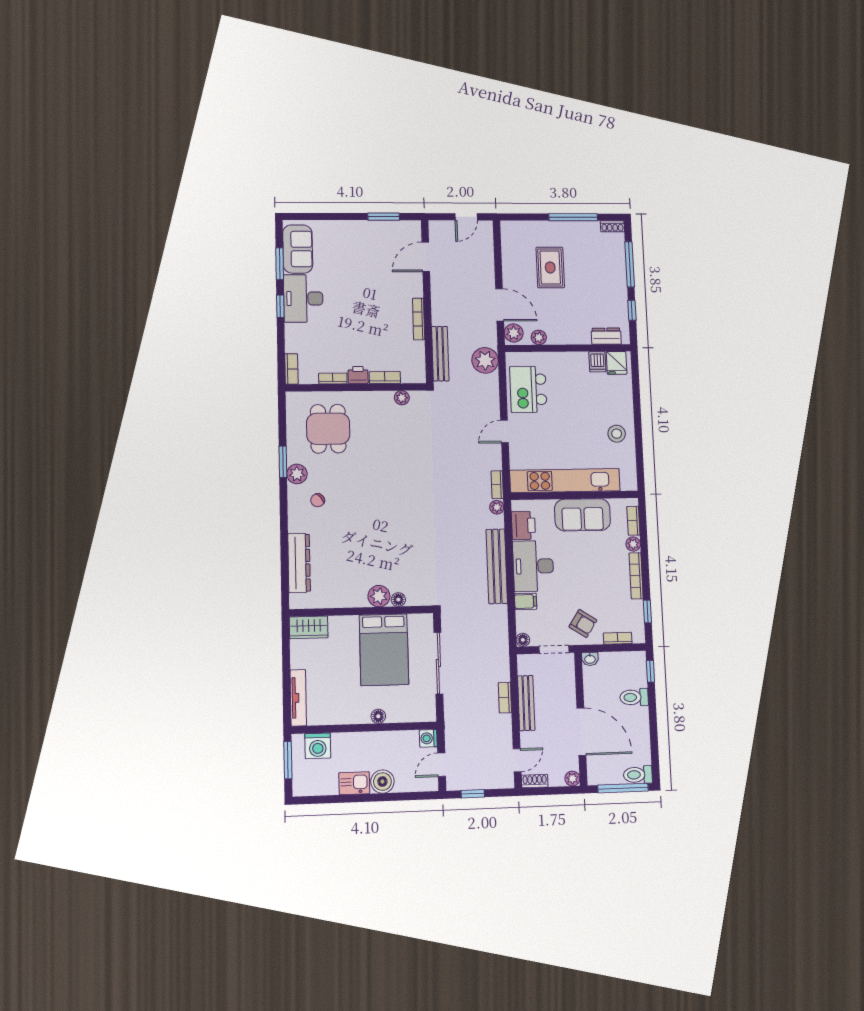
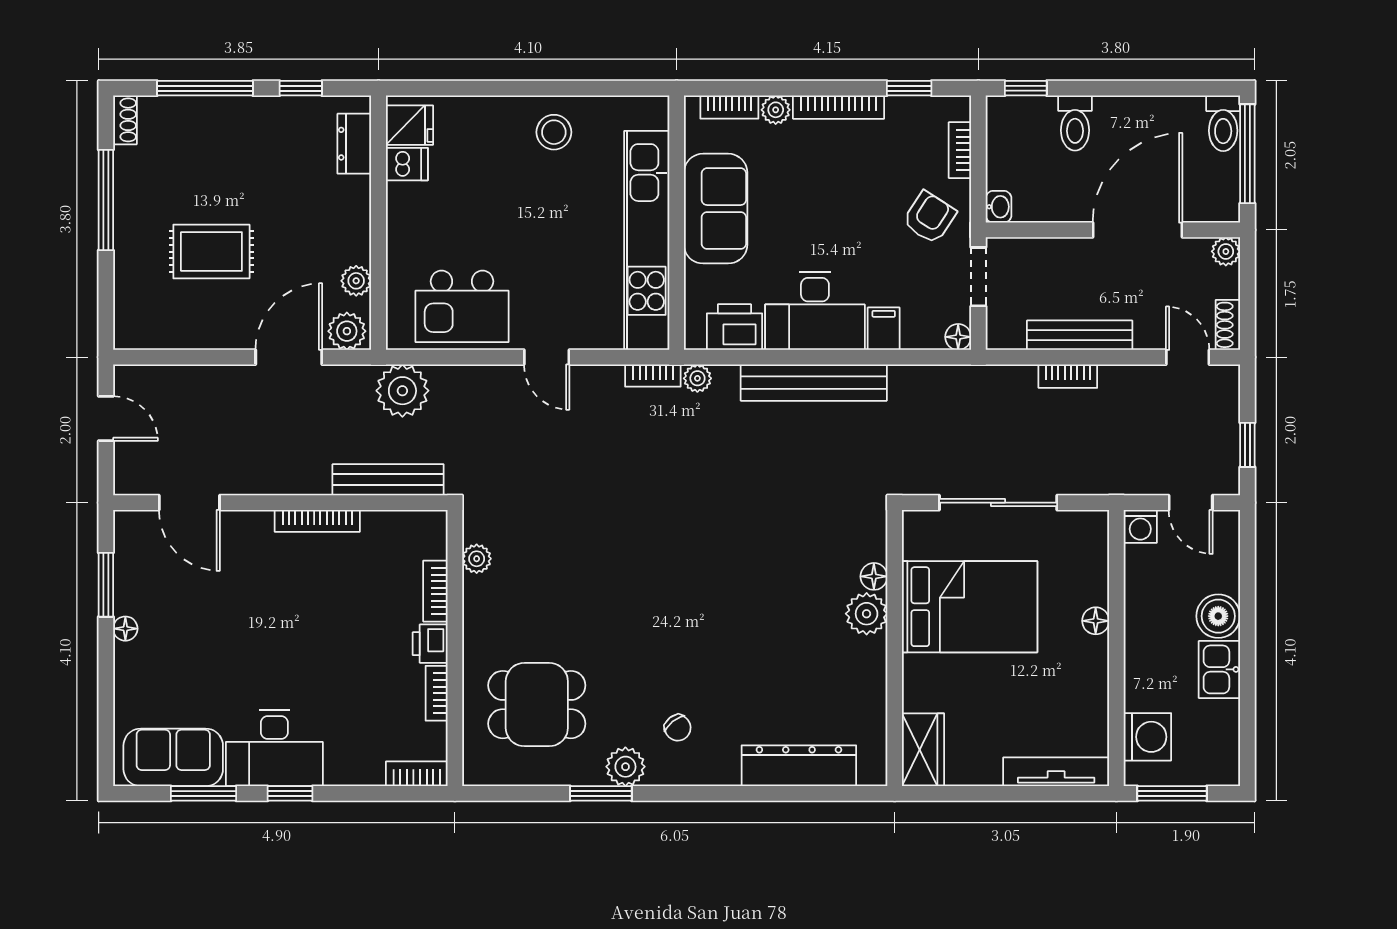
floor lamp: (362, 226) -> (125, 629), added

